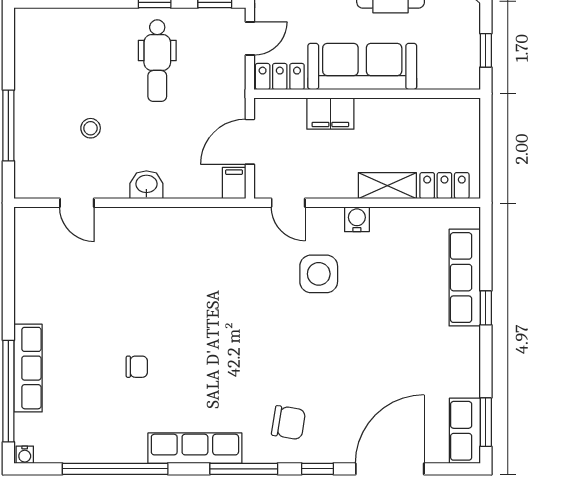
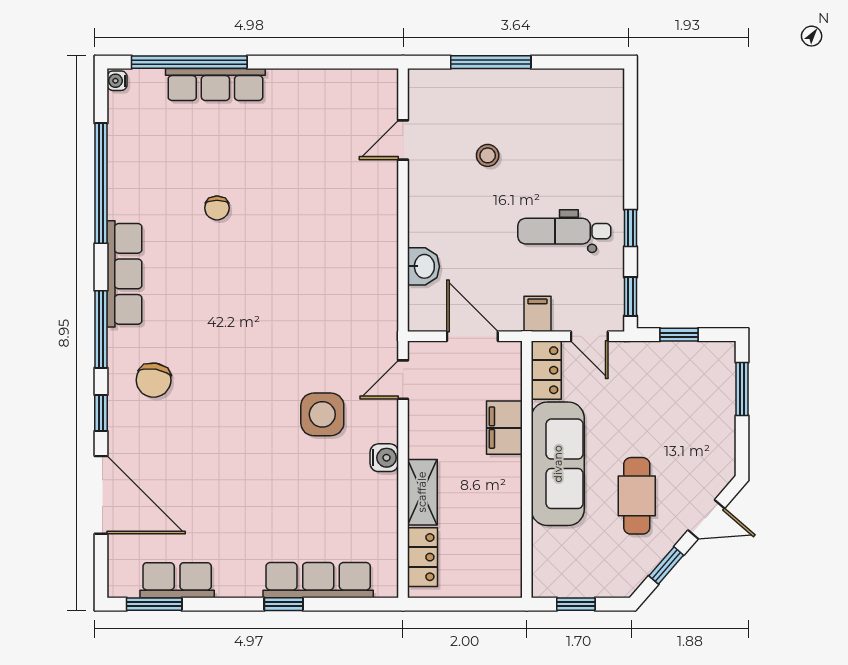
filing cabinet: (234, 183) -> (537, 314), moved, turned -90
washbasin: (146, 185) -> (423, 266), moved
row of seats: (465, 431) -> (177, 580), moved

